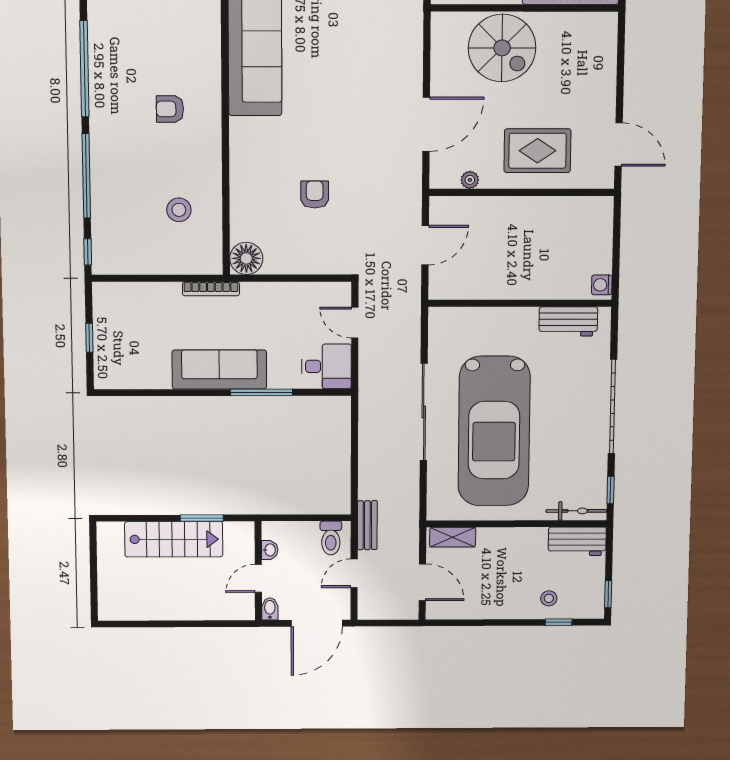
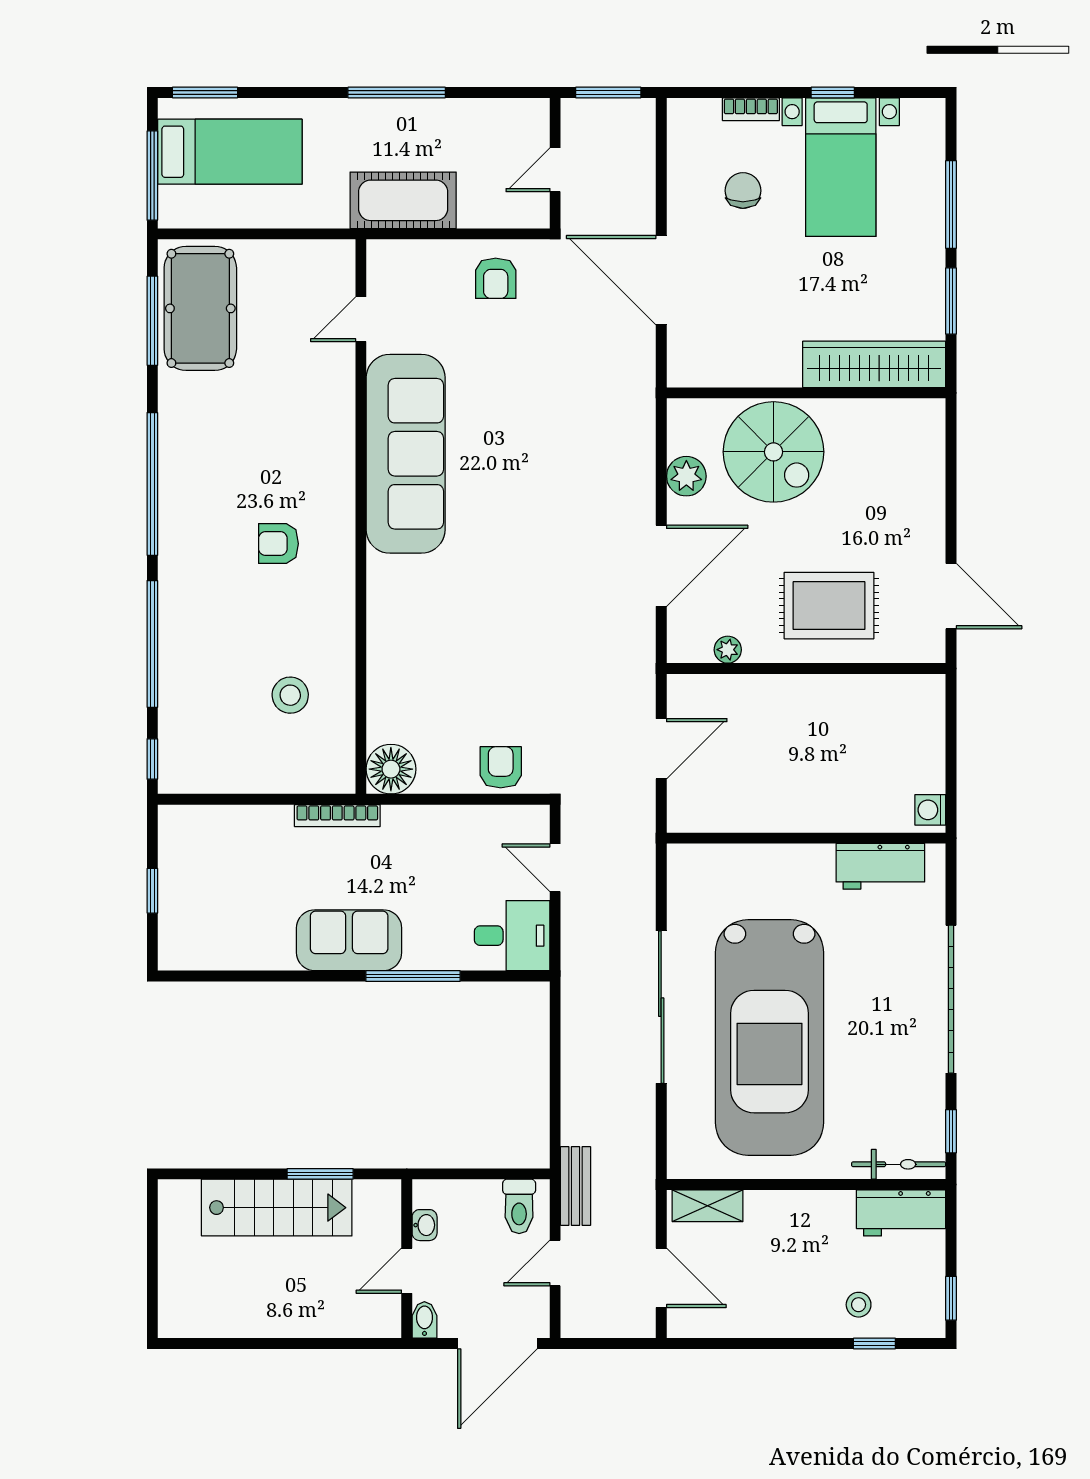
plant: (443, 64) -> (686, 476), added
armchair: (315, 195) -> (501, 767), moved
sofa: (219, 369) -> (349, 940), width x0.73

